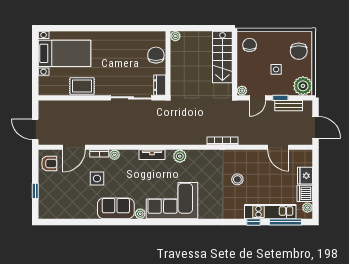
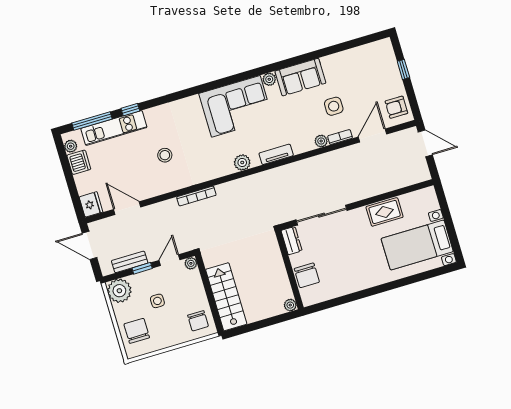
fridge: (305, 176) -> (91, 204), moved

